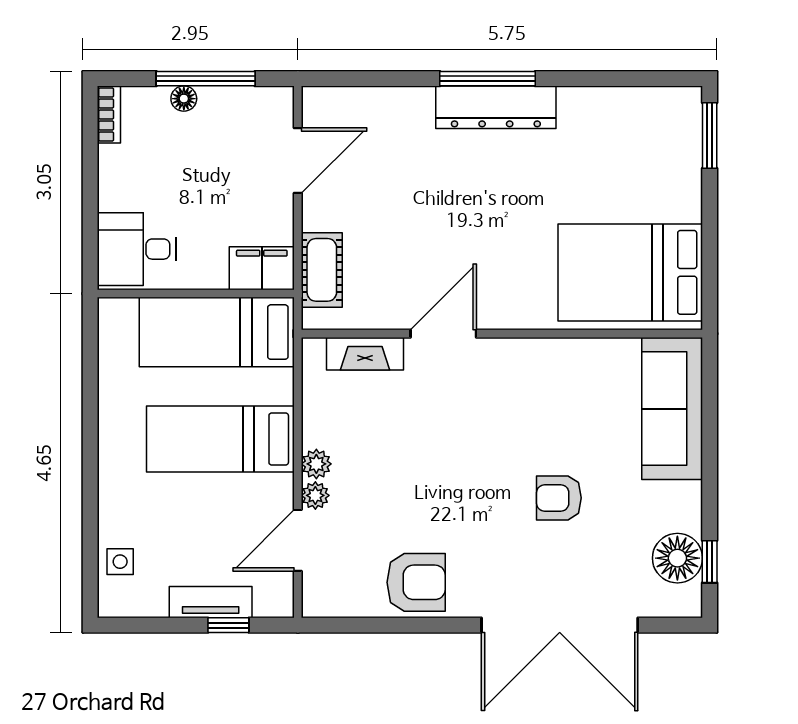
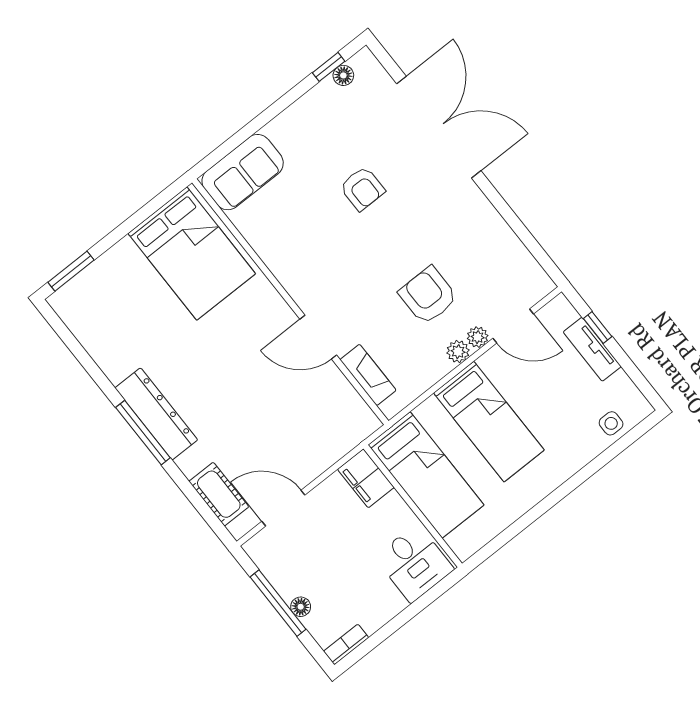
cot: (322, 270) -> (219, 494), moved, turned 90
sofa: (672, 409) -> (243, 172), width x0.73
floor lamp: (677, 558) -> (343, 75), width x0.53, depth x0.53
armchair: (416, 582) -> (428, 295), moved

